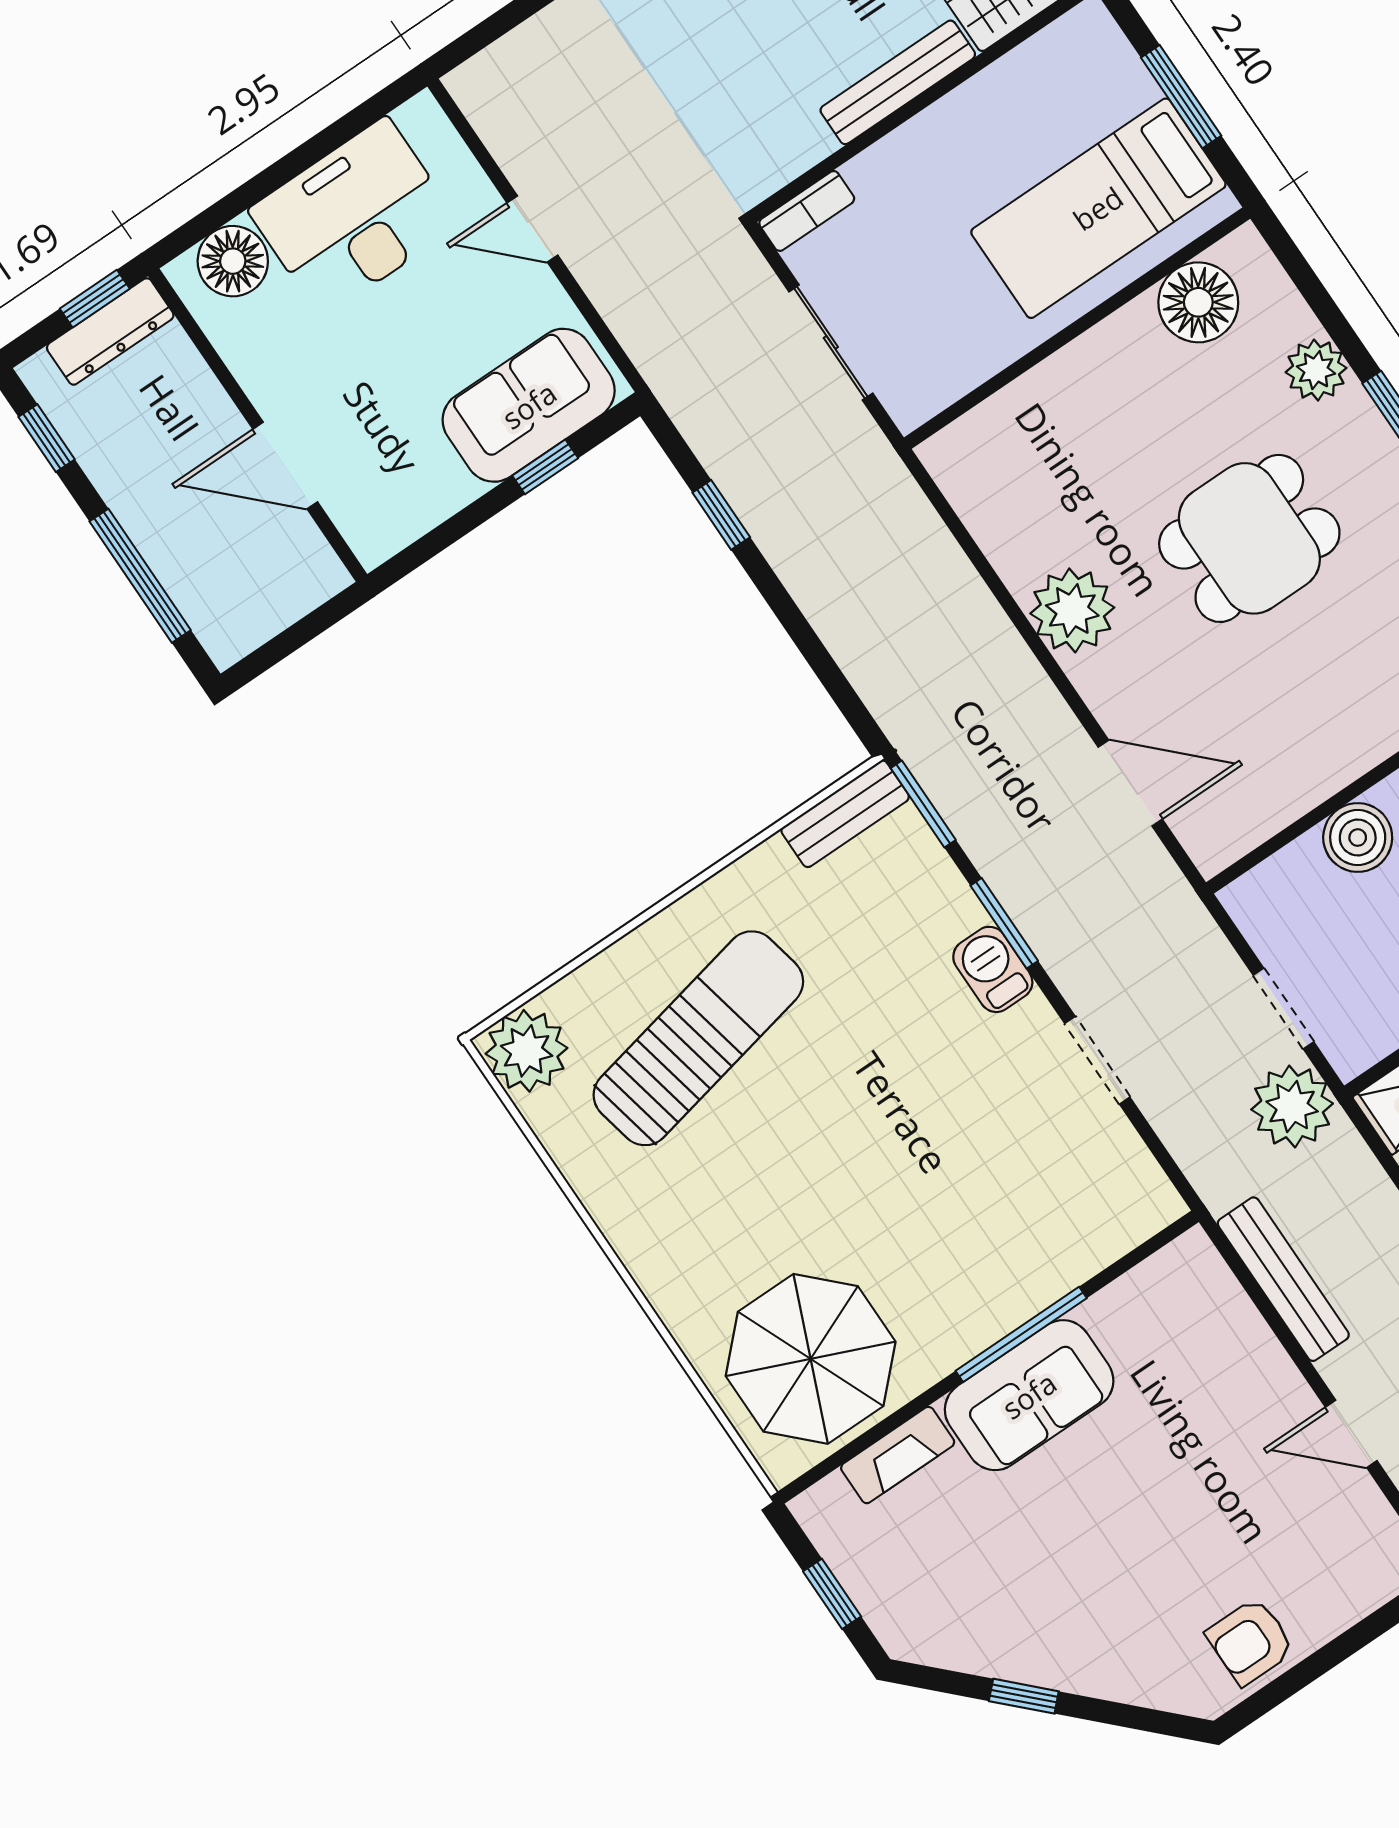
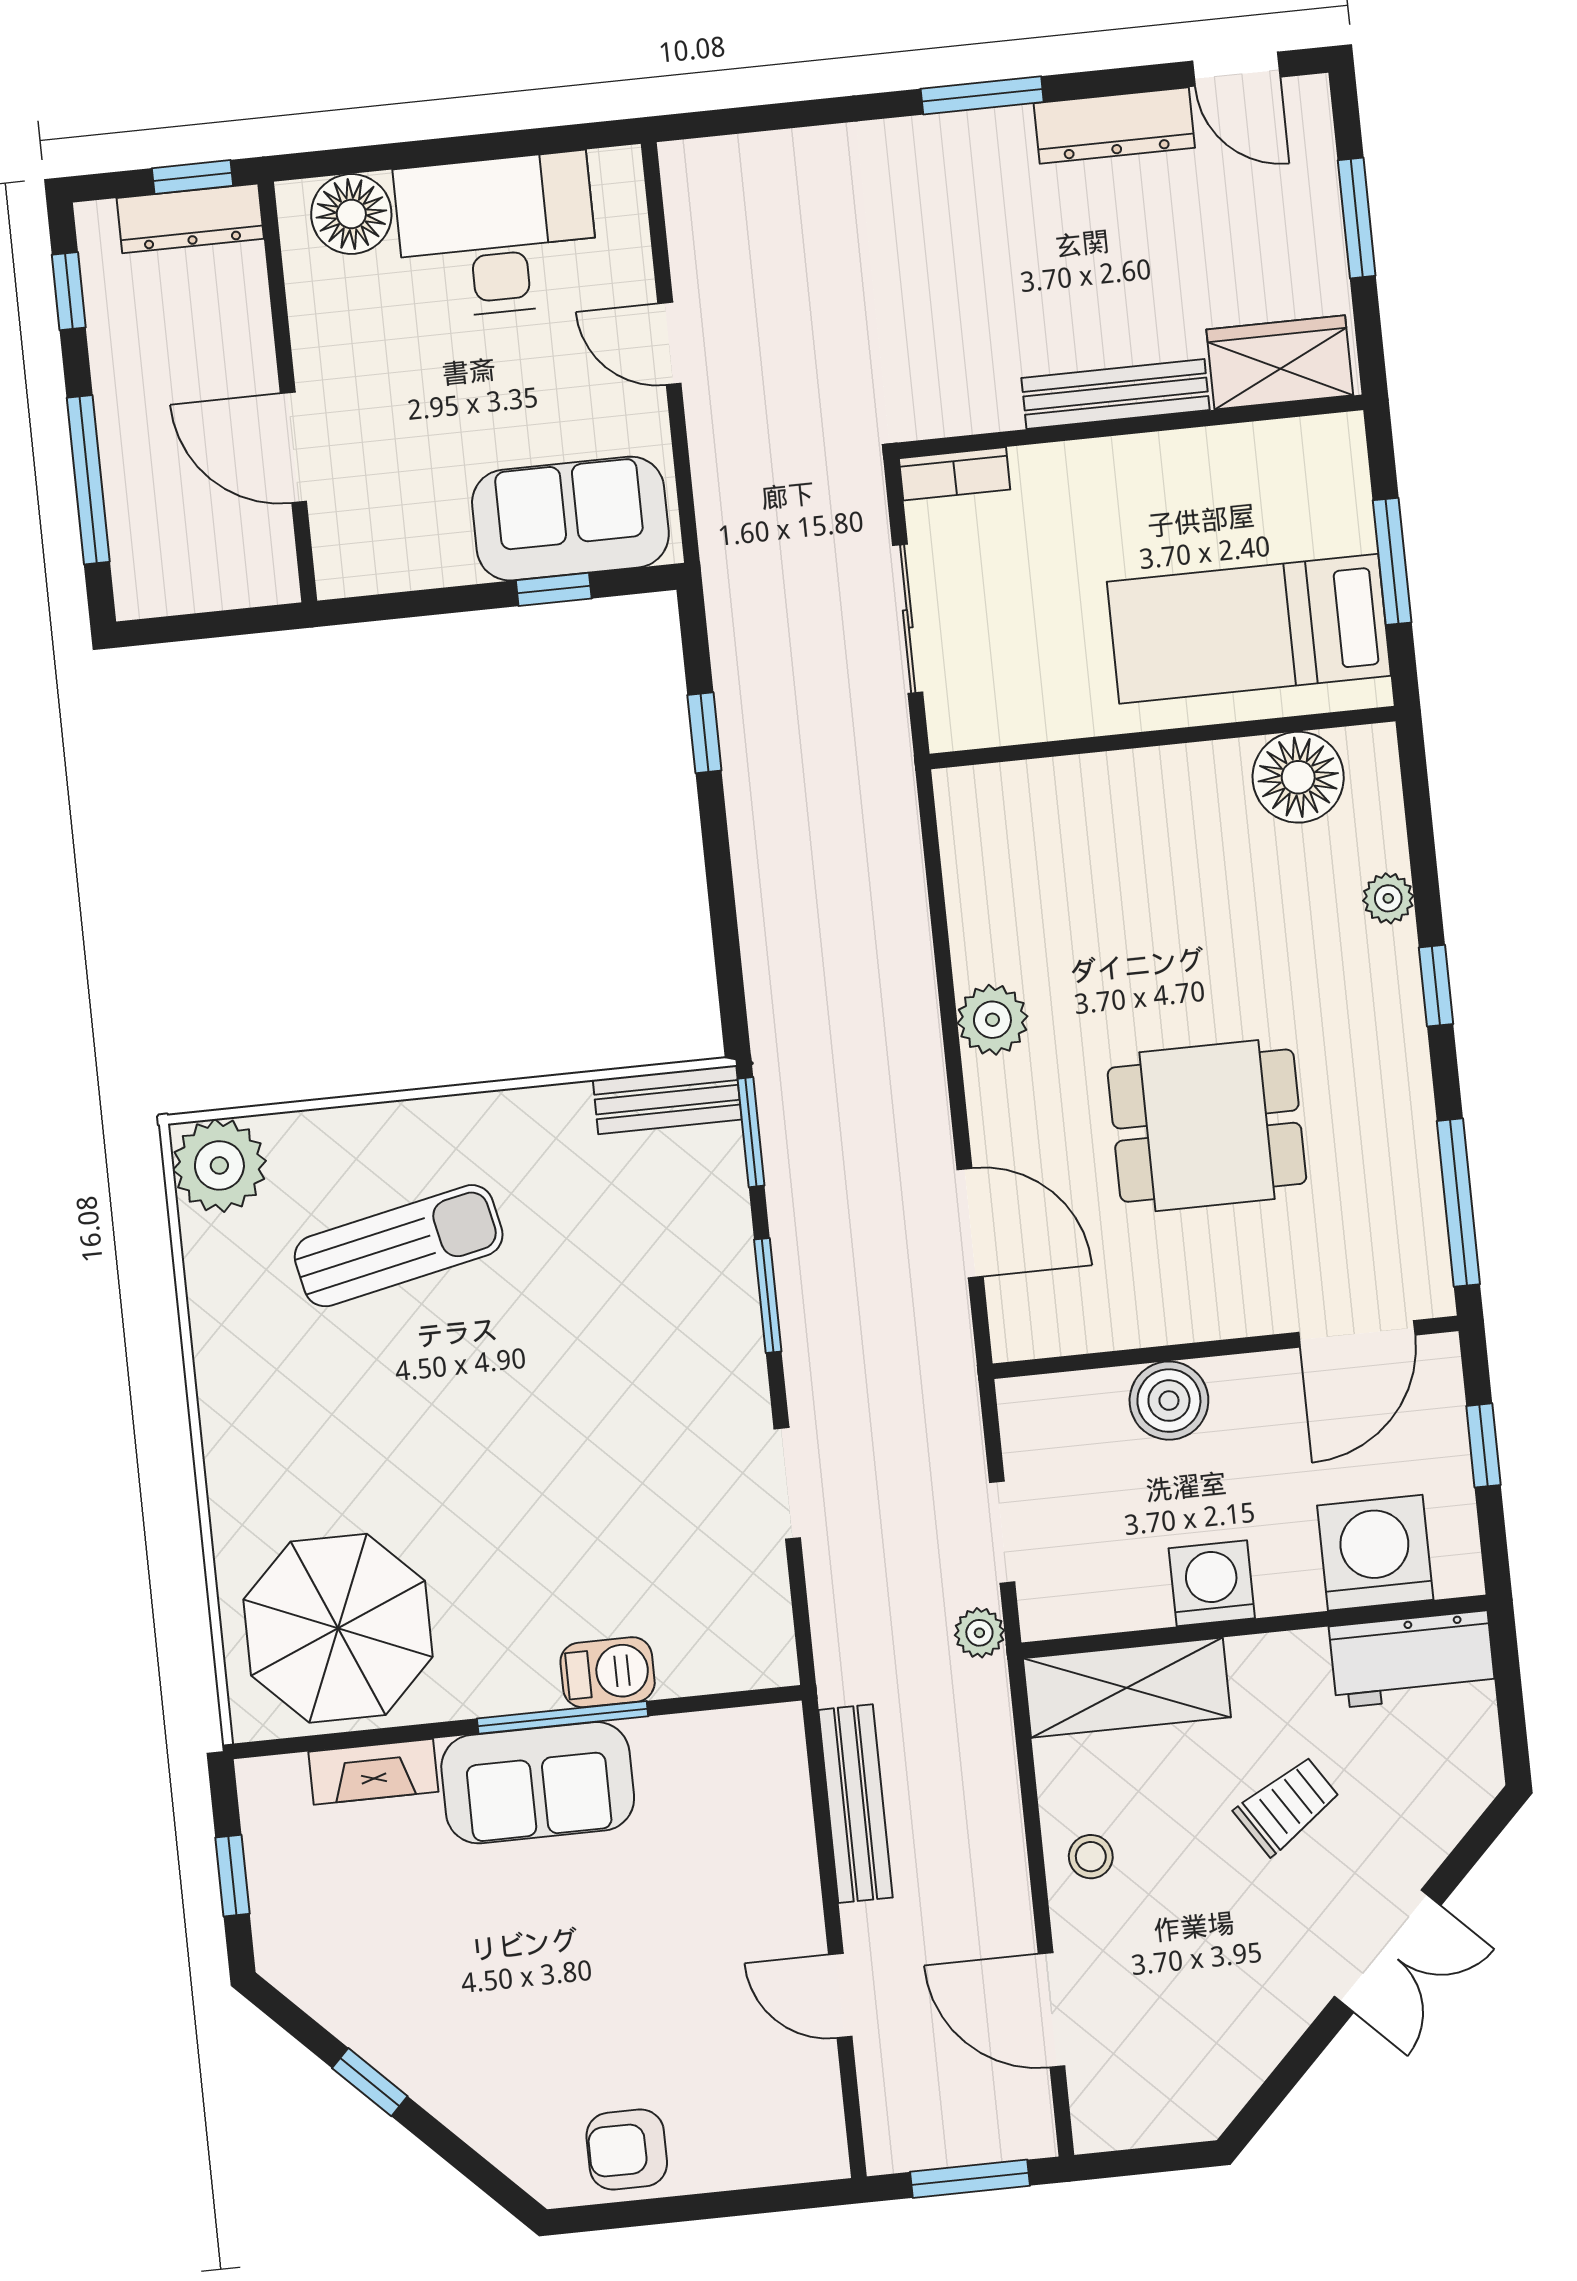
plant: (1316, 370) -> (1388, 898), width x0.73, depth x0.73
dining table: (1249, 538) -> (1207, 1126), moved
plant: (1072, 610) -> (992, 1020), width x0.73, depth x0.73
barbecue: (993, 969) -> (608, 1672), moved, turned 90
sun lounger: (698, 1038) -> (399, 1246), width x0.73, depth x0.75
plant: (1292, 1106) -> (979, 1633), width x0.53, depth x0.53

